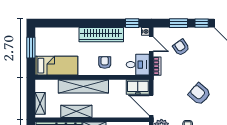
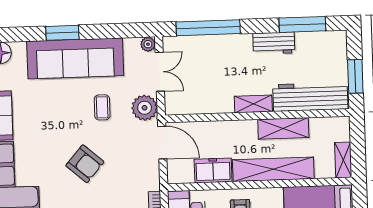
freezer: (138, 87) -> (213, 170), moved
shelving: (40, 103) -> (343, 160), moved

